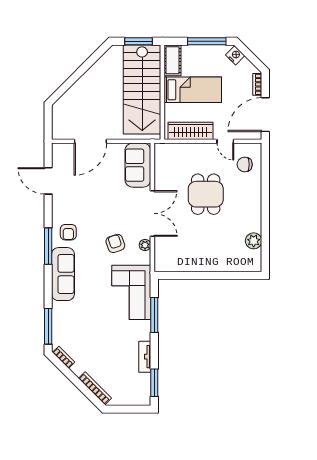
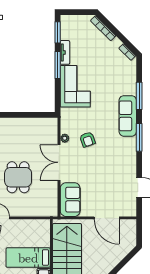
wardrobe: (190, 131) -> (30, 226), removed
door: (90, 141) -> (107, 218), swing flipped
armchair: (68, 232) -> (124, 148), removed
corner sofa: (131, 292) -> (75, 86), moved
window: (154, 315) -> (58, 65), moved
window: (48, 326) -> (139, 96), moved

